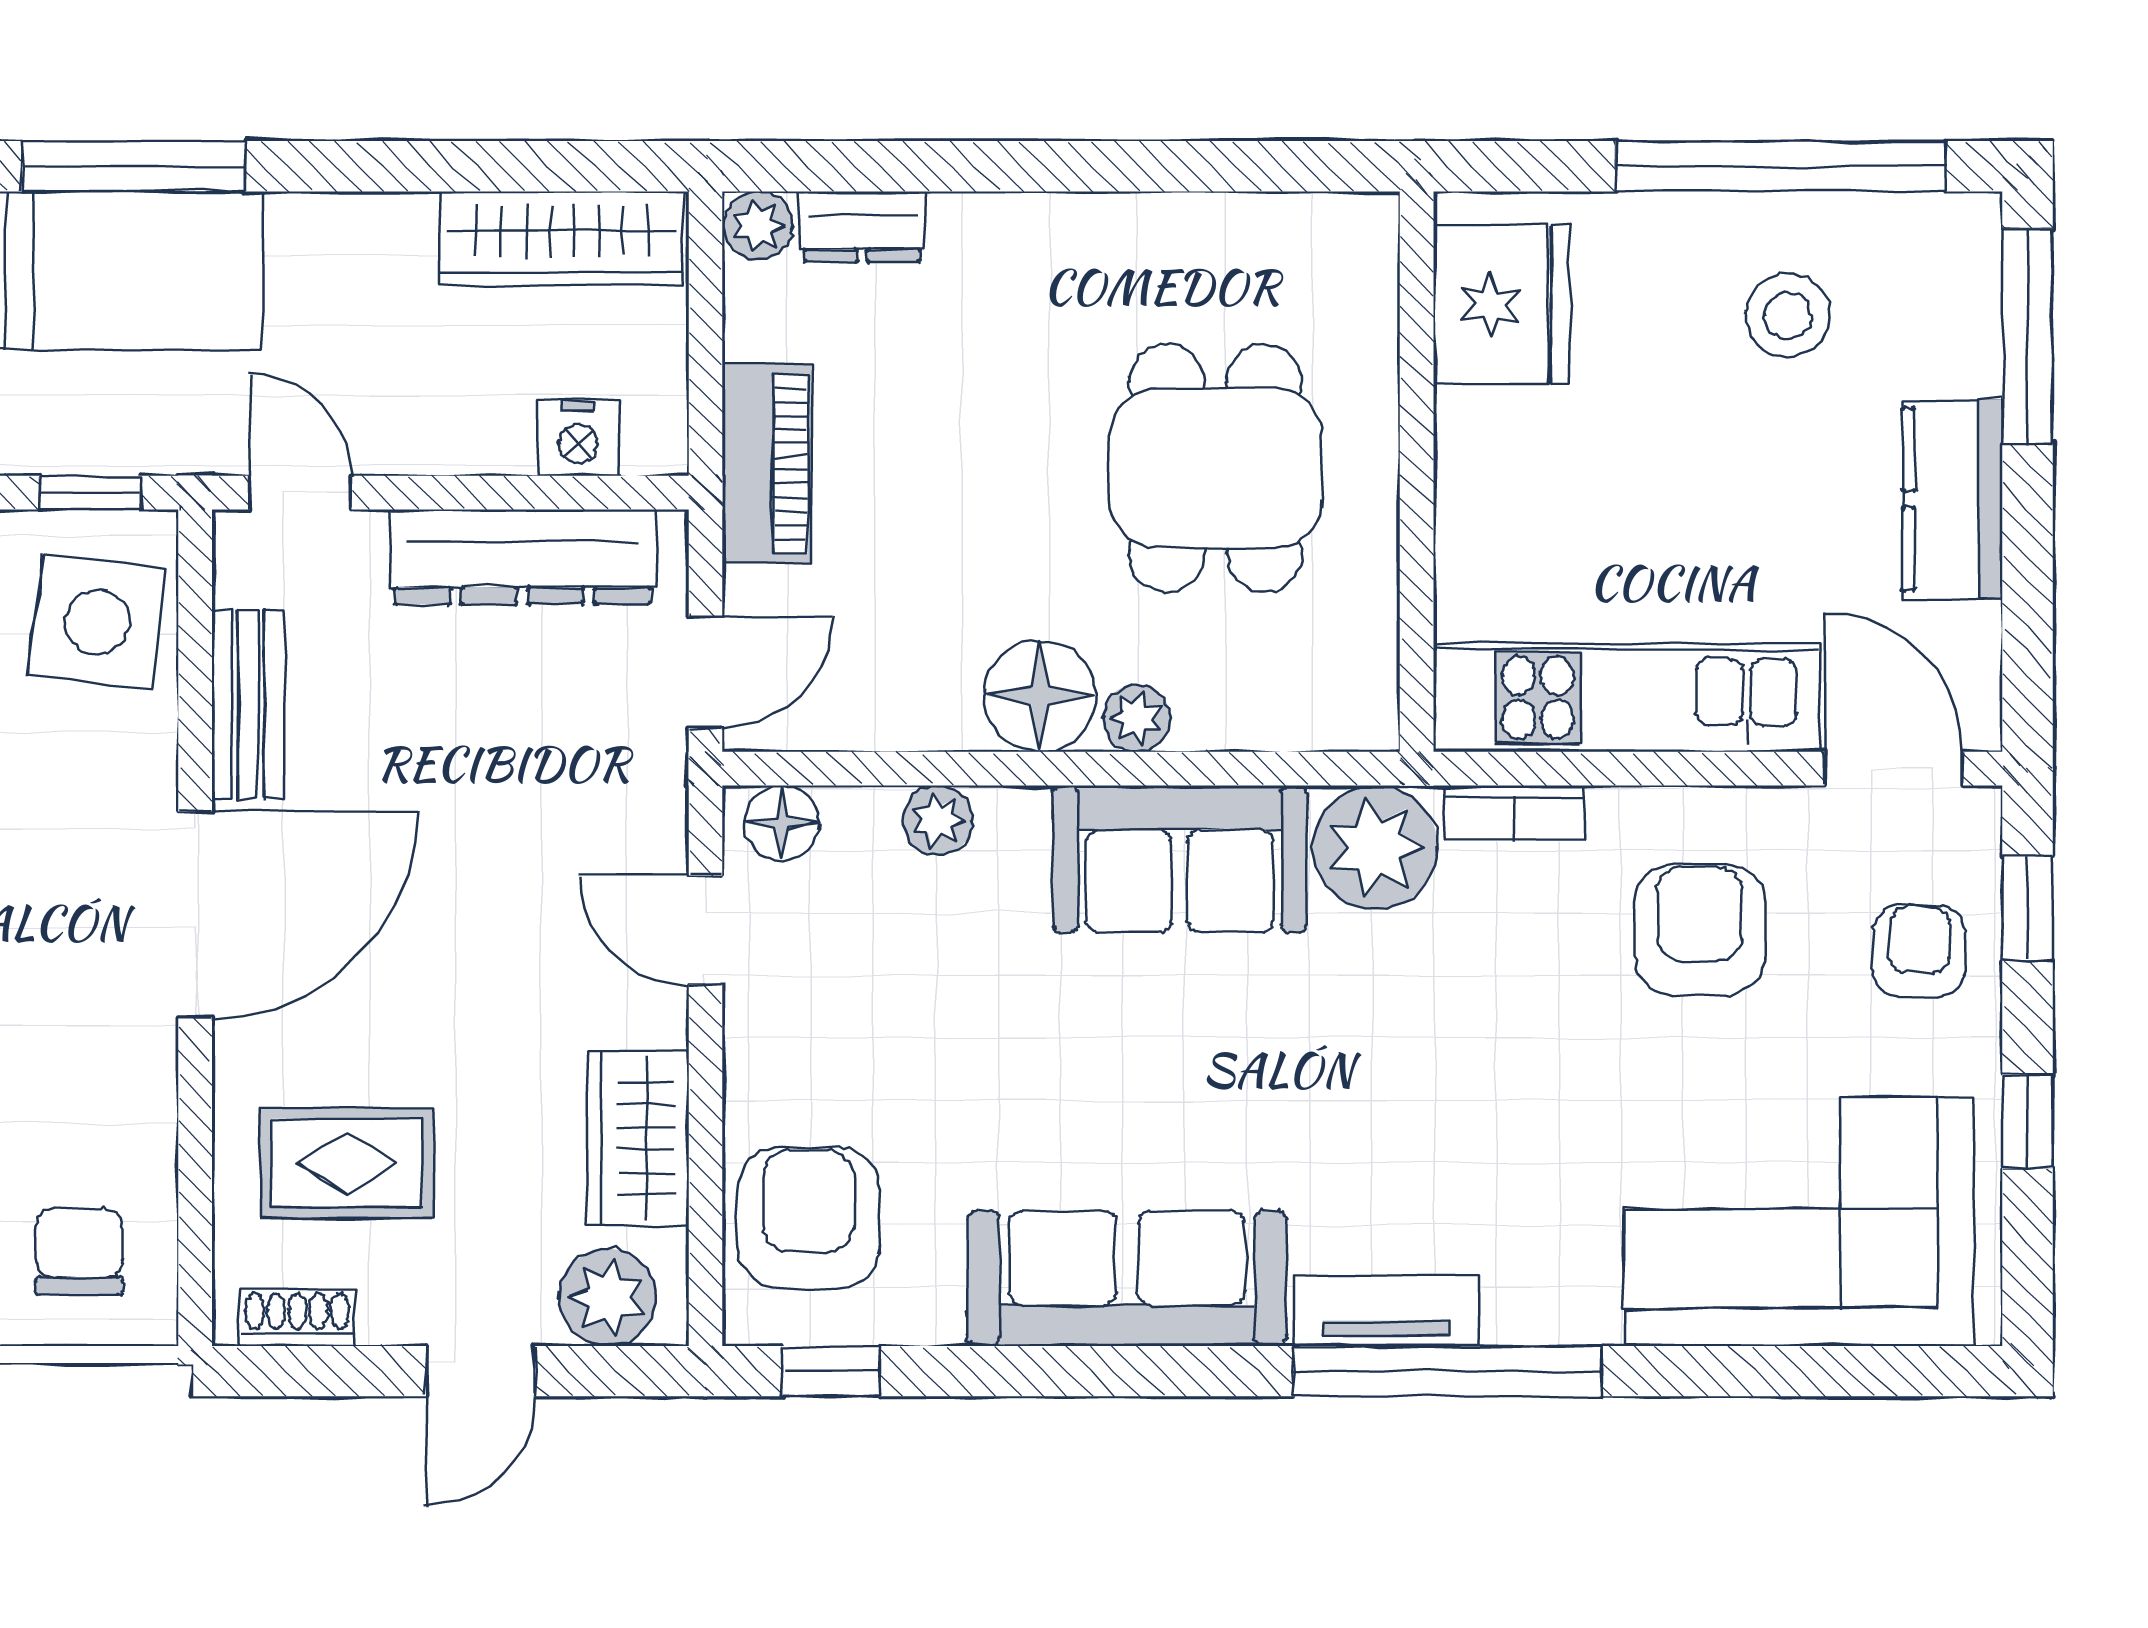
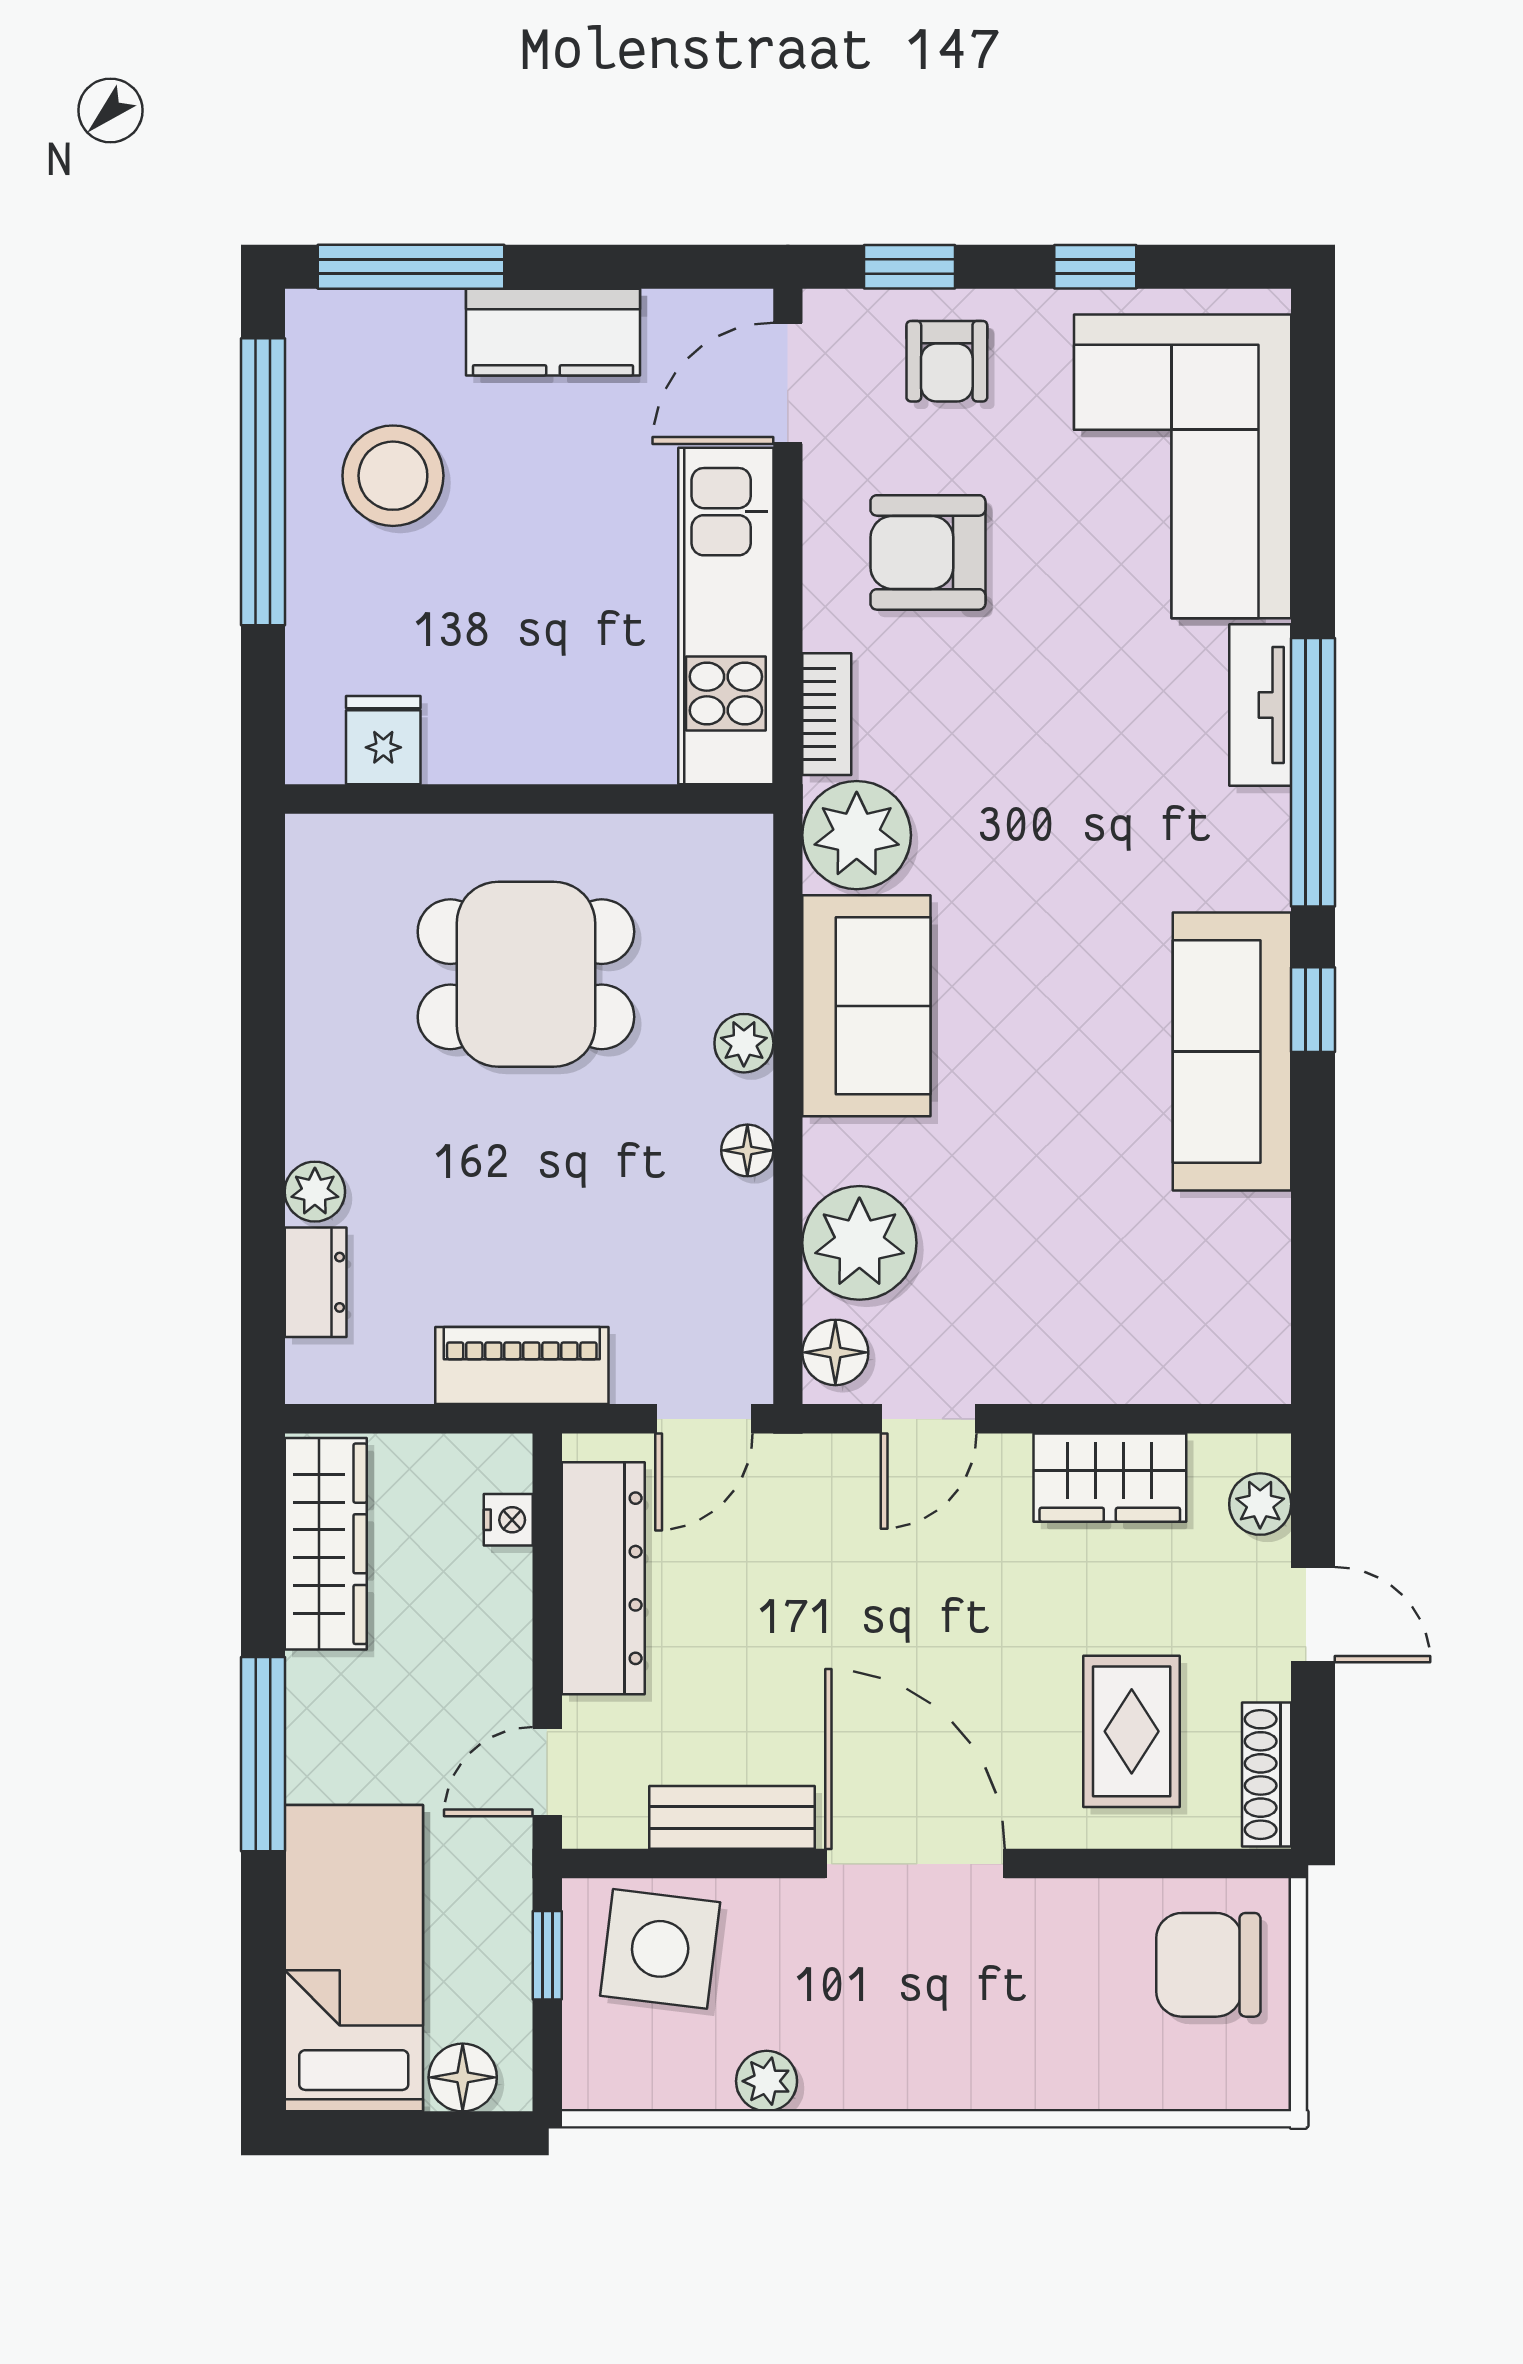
window: (134, 166) -> (263, 1754), moved
plant: (758, 226) -> (315, 1192), moved
fridge: (1501, 304) -> (383, 740), width x0.53, depth x0.75
stool: (1788, 316) -> (393, 476), width x1.38, depth x1.38
nightstand: (578, 438) -> (508, 1520), width x0.72, depth x0.74
door: (706, 672) -> (704, 1419), swing flipped
floor lamp: (1040, 696) -> (747, 1150), width x0.53, depth x0.53
plant: (938, 820) -> (859, 1243), width x1.87, depth x1.87
armchair: (1919, 951) -> (947, 361), turned -92
armchair: (809, 1218) -> (1179, 1329), removed
chair: (79, 1251) -> (1208, 1965), width x1.37, depth x1.37
plant: (608, 1297) -> (1260, 1504), width x0.73, depth x0.73
tv unit: (1386, 1311) -> (1260, 705), moved
shoe rack: (297, 1318) -> (1267, 1774), width x1.43
window: (831, 1371) -> (1313, 1010), moved

